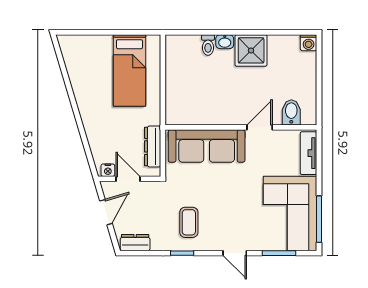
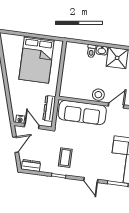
bed: (129, 70) -> (37, 60), width x1.50
stool: (229, 114) -> (98, 95), added

